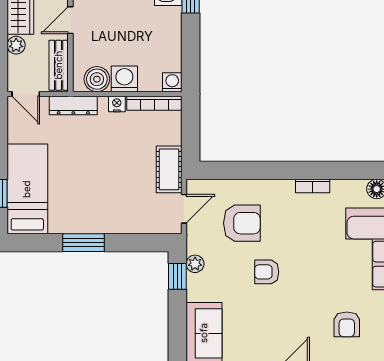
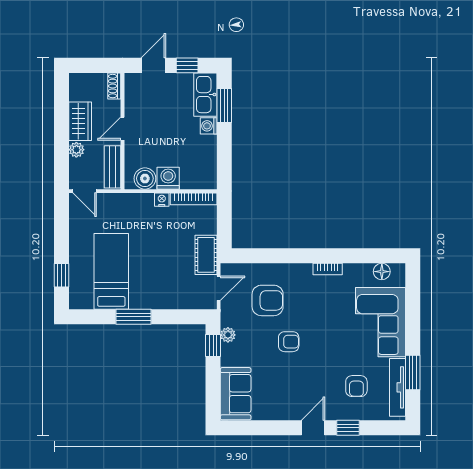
washing machine: (172, 82) -> (209, 126), moved, turned -90
dresser: (73, 106) -> (125, 201), removed
bed: (27, 189) -> (111, 271), moved
armchair: (267, 272) -> (289, 342), turned 180

